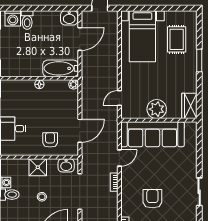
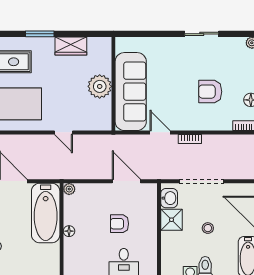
bathtub: (61, 68) -> (46, 213), width x1.36, depth x1.36
door: (119, 98) -> (63, 132), moved
wardrobe: (189, 106) -> (71, 46), moved
armchair: (50, 140) -> (120, 224), moved
shower: (38, 167) -> (171, 220), moved

